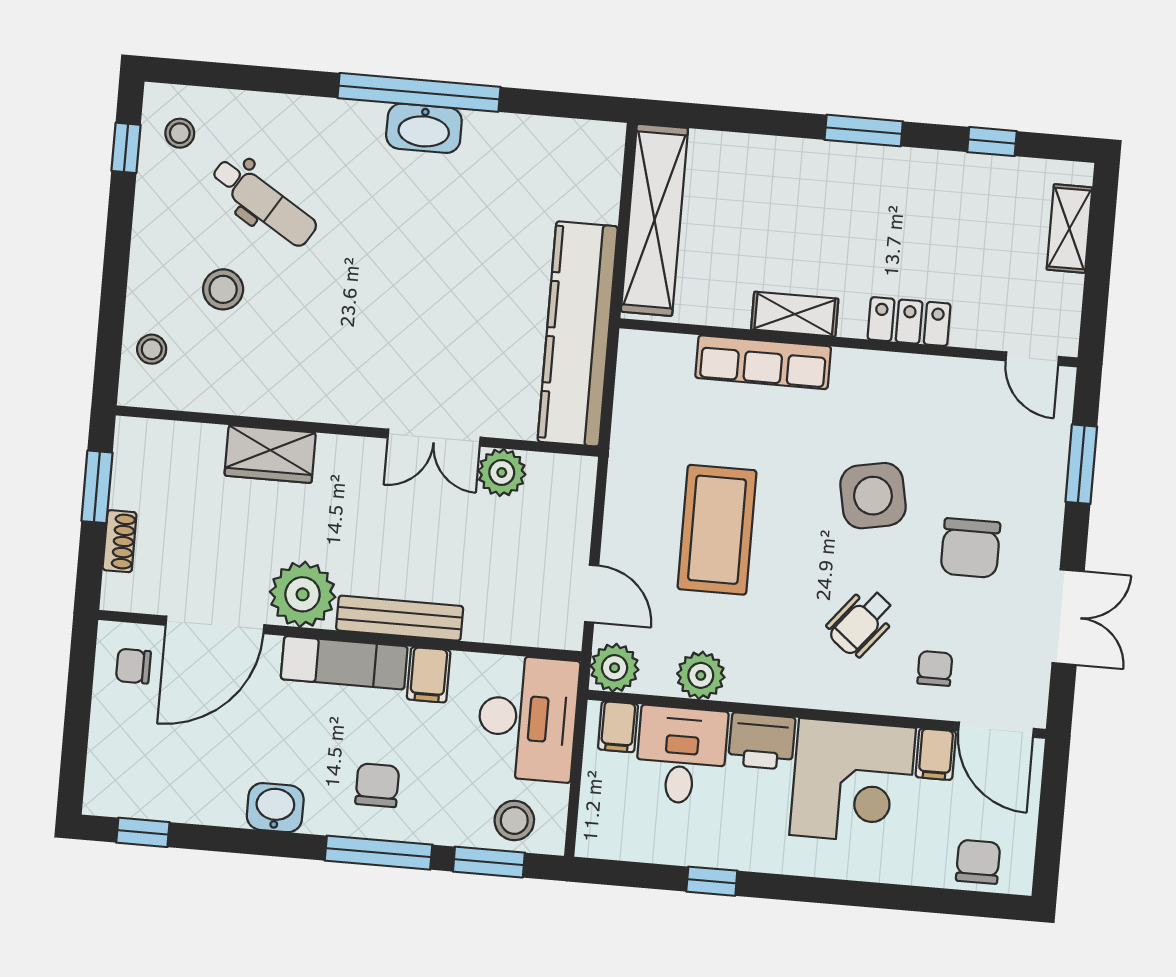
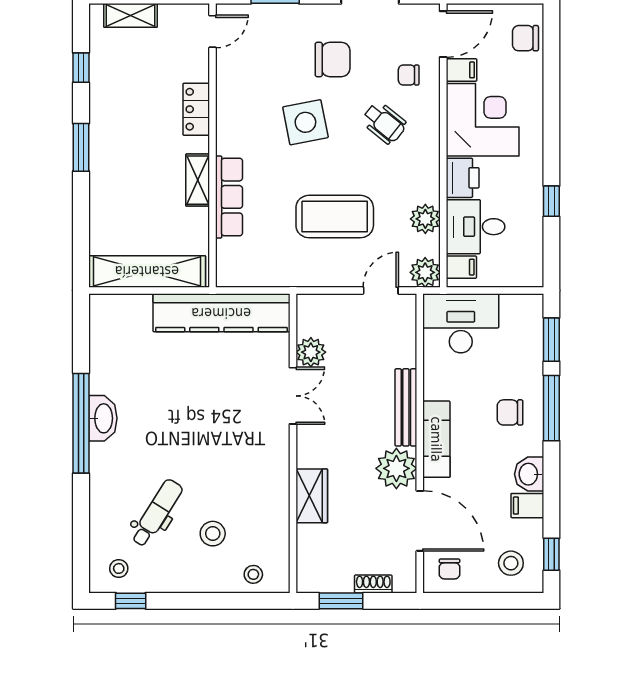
filing cabinet: (429, 675) -> (527, 506), moved, turned 180
stool: (514, 820) -> (511, 563), moved

